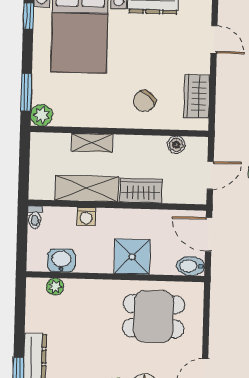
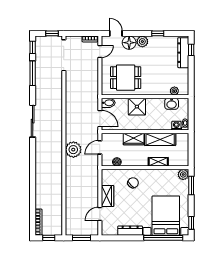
door: (214, 39) -> (100, 214), hinge flipped
wardrobe: (197, 96) -> (107, 196), moved
washing machine: (86, 216) -> (176, 126), moved

